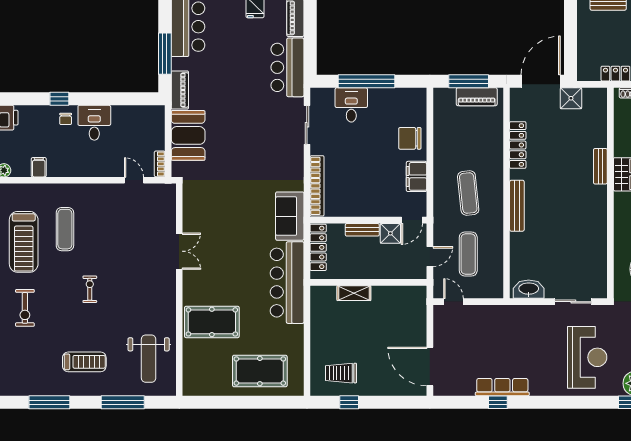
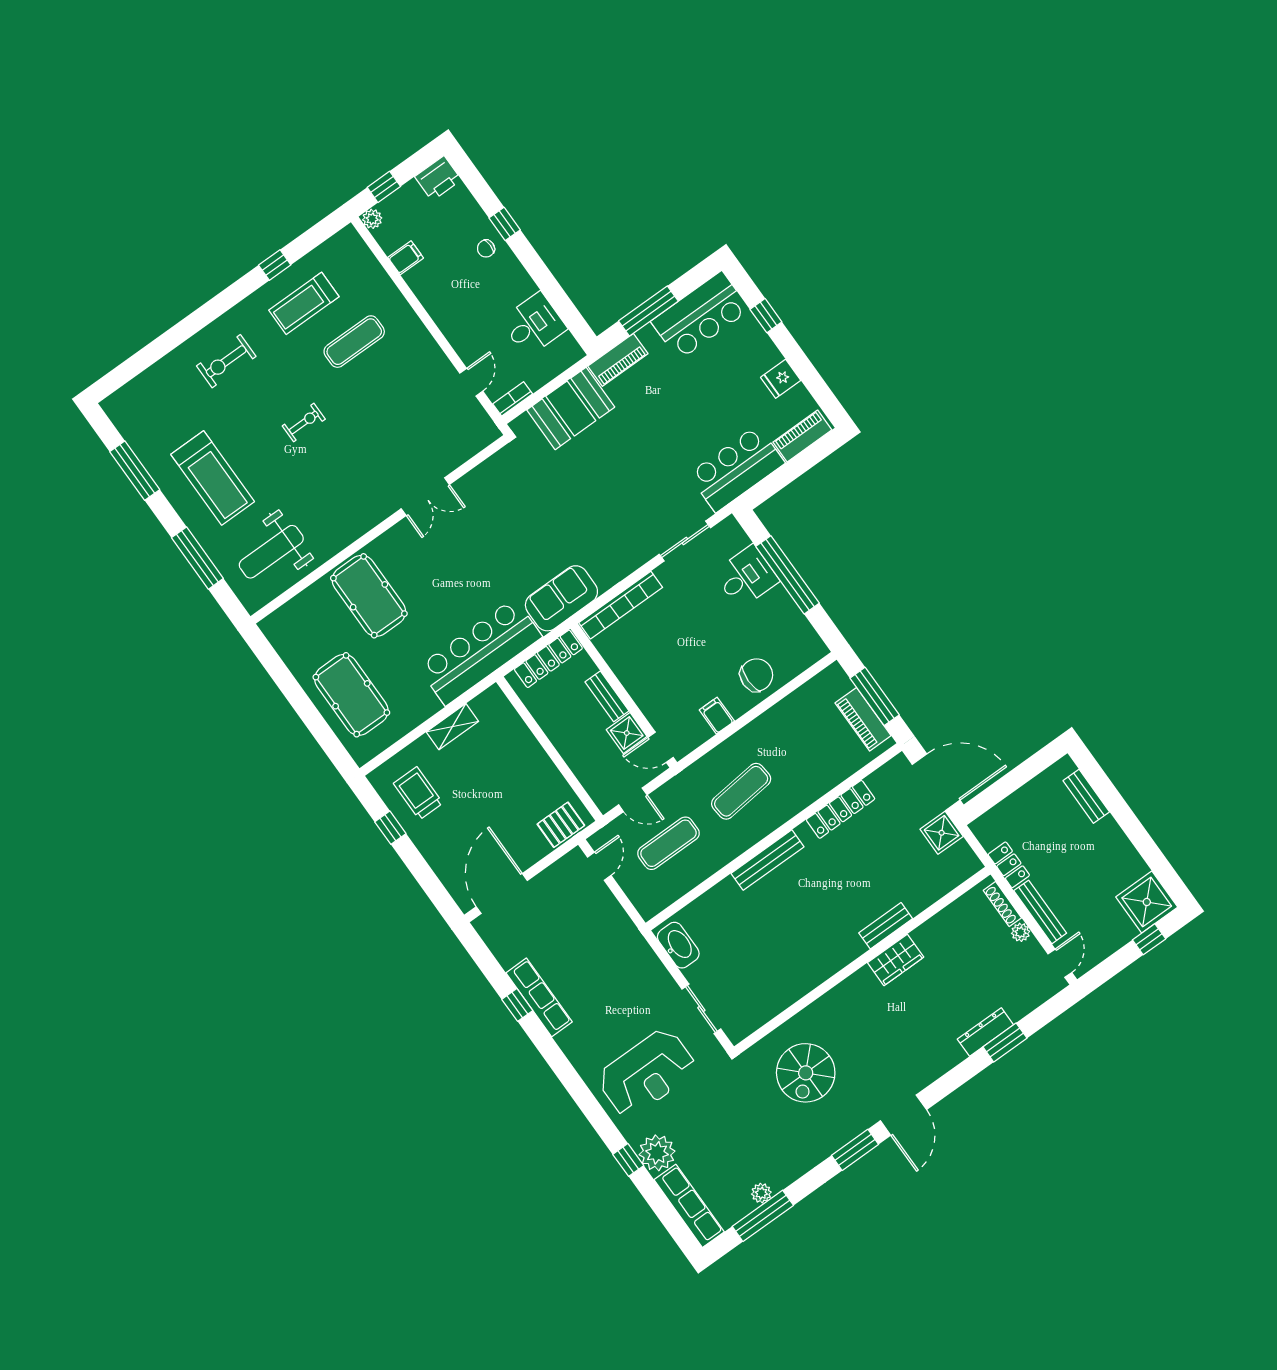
desk: (94, 123) -> (534, 324), moved
chair: (410, 138) -> (756, 675), turned 90
filing cabinet: (417, 176) -> (717, 716), width x0.50
treadmill: (24, 242) -> (304, 303), width x0.73, depth x0.73
shelving: (354, 293) -> (452, 727), moved, turned 90
pallet: (415, 306) -> (561, 825), added
treadmill: (84, 362) -> (213, 478), width x1.37, depth x1.38

